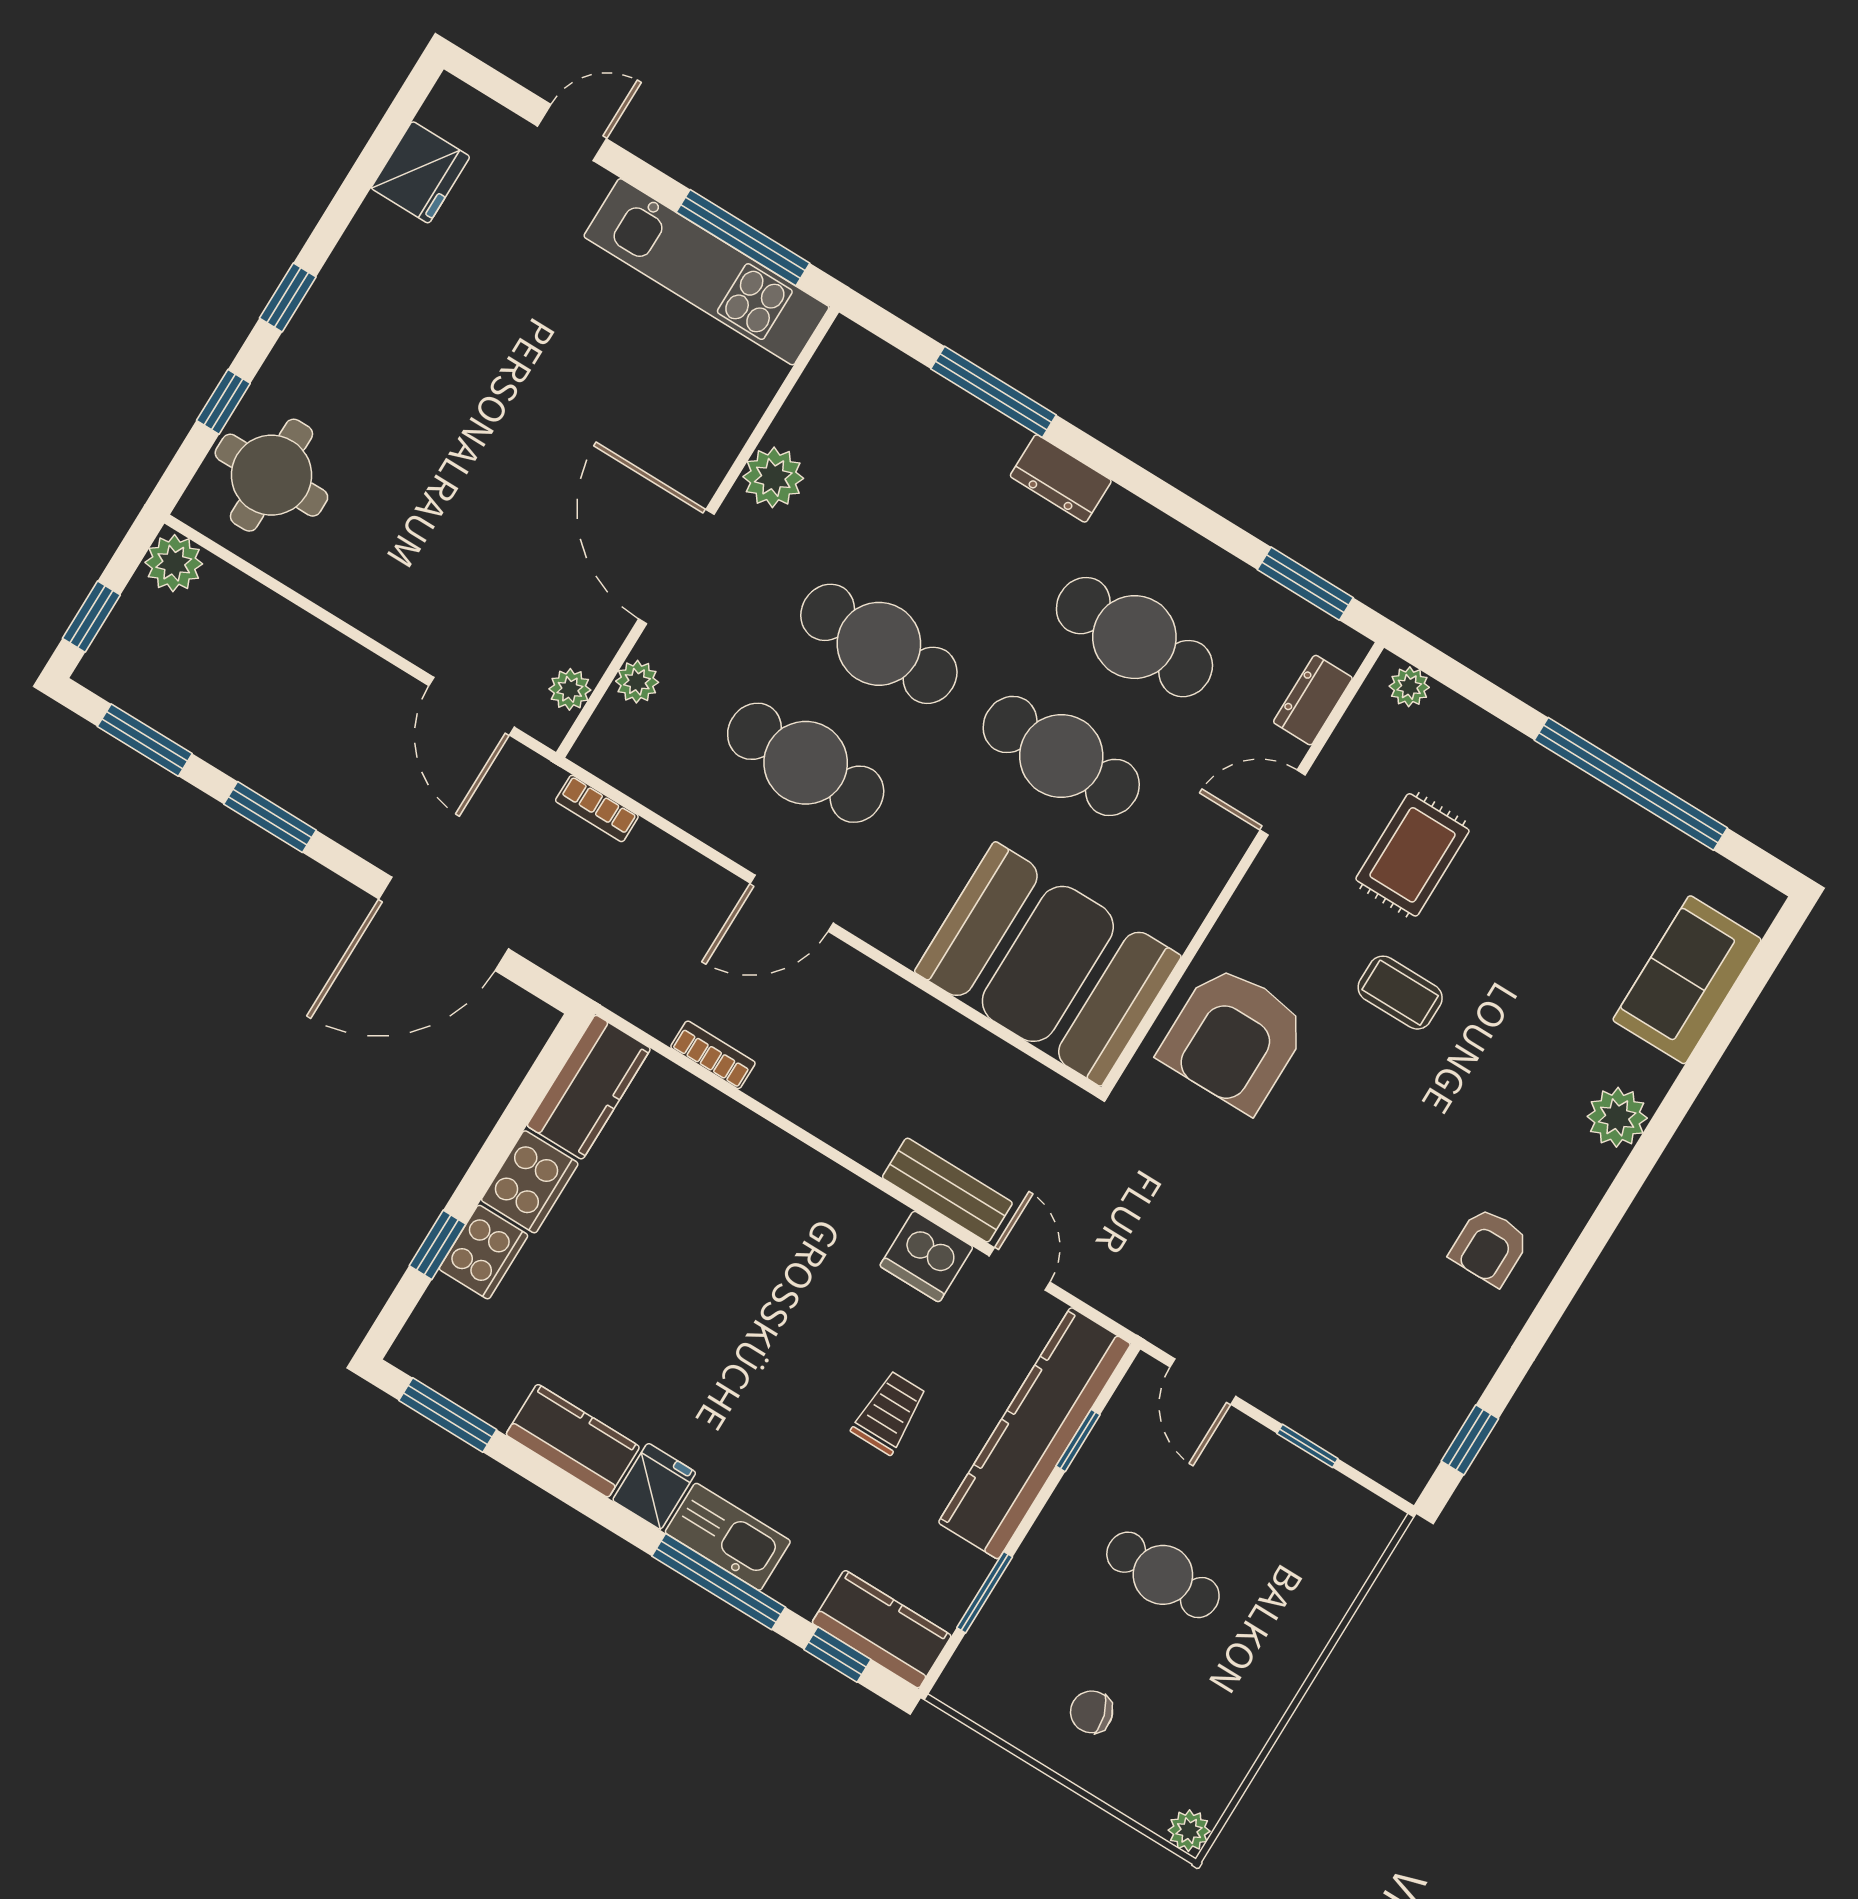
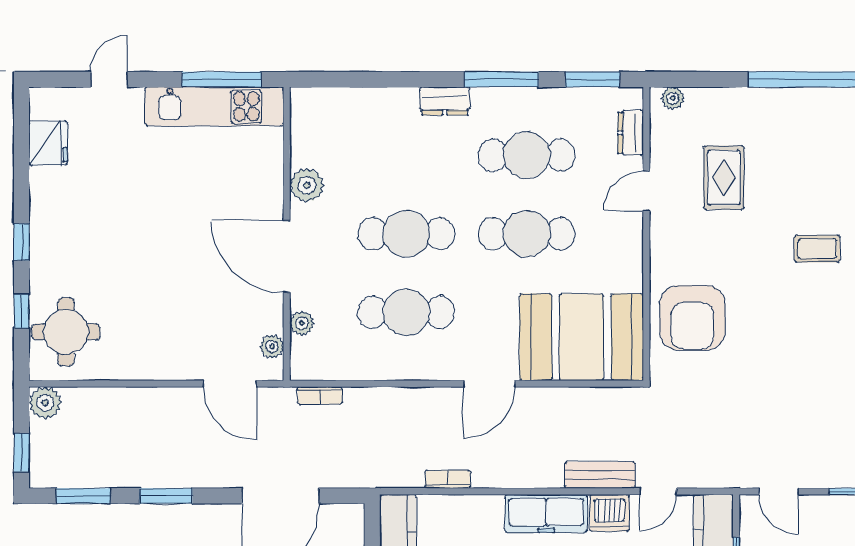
window: (993, 392) -> (501, 79), moved
door: (792, 903) -> (489, 384), moved
coffee table: (1400, 993) -> (817, 249), moved
freezer: (830, 1198) -> (546, 514), added
door: (1020, 1269) -> (658, 491), swing flipped

